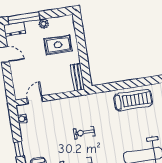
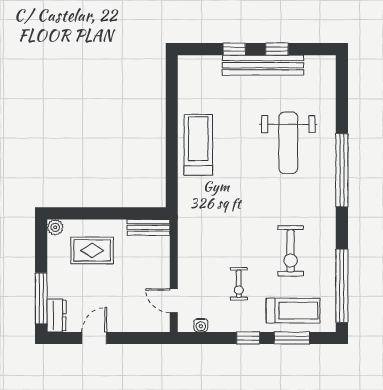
plant: (44, 24) -> (55, 227), moved
rug: (58, 45) -> (92, 250), turned 90
exercise bike: (84, 133) -> (239, 284), moved

